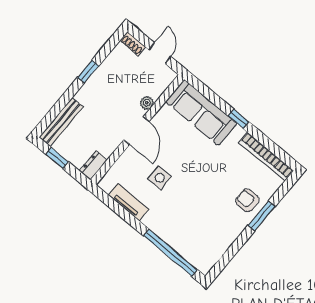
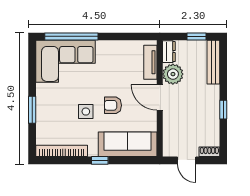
plant: (147, 103) -> (173, 74), moved, width x1.87, depth x1.87
side table: (160, 178) -> (86, 112), moved
armchair: (247, 200) -> (113, 105), moved, turned 180
tv unit: (128, 202) -> (150, 62), moved, turned 90
corner sofa: (195, 235) -> (65, 61), added

